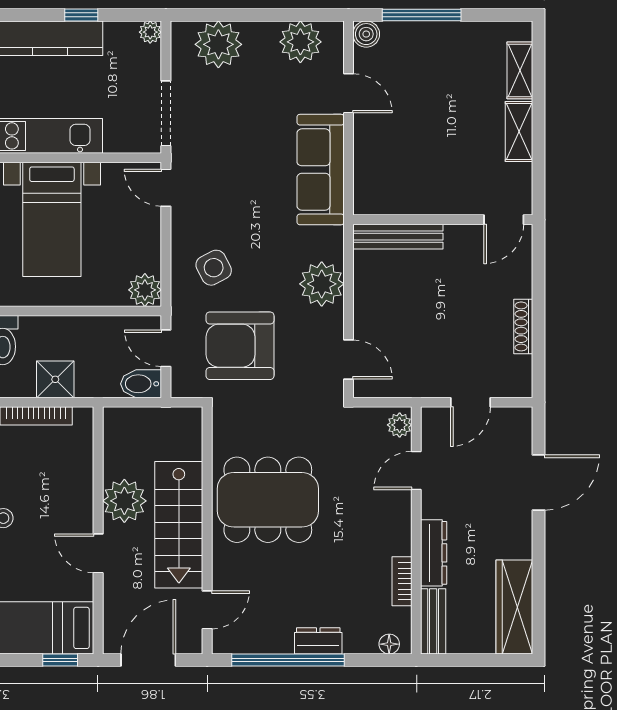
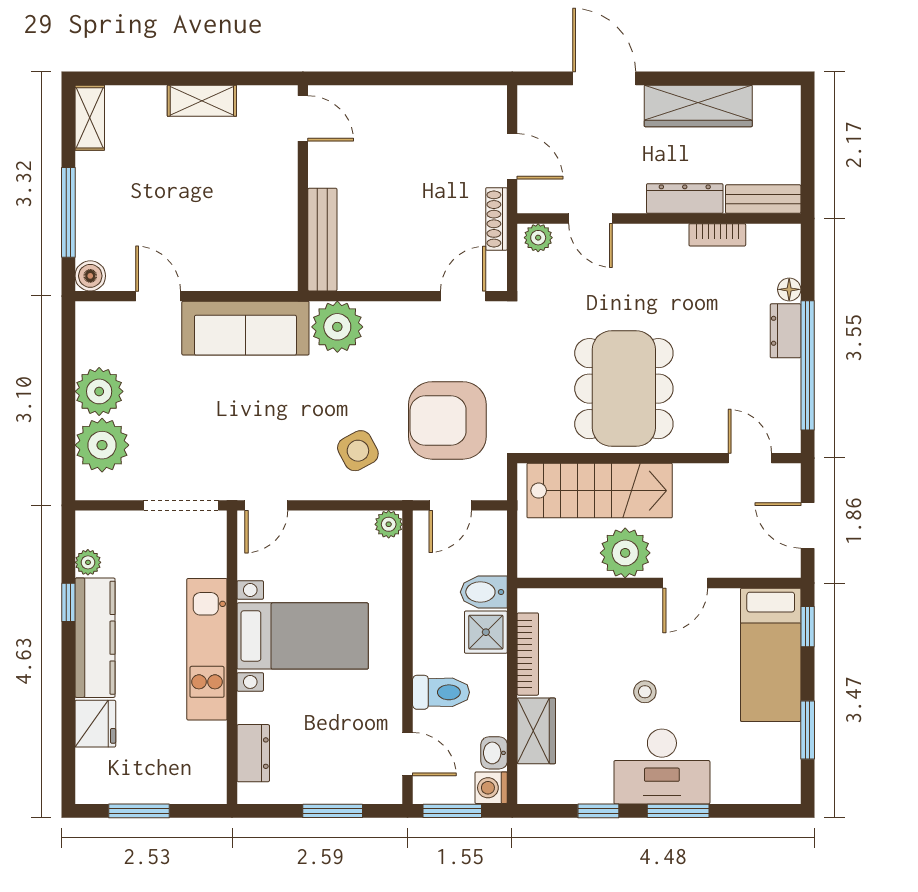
plant: (150, 32) -> (88, 562), moved
plant: (300, 42) -> (99, 391), moved
shelving: (520, 70) -> (90, 118), moved, turned 90
door: (349, 93) -> (158, 296), hinge flipped
plant: (322, 284) -> (337, 327), moved
plant: (145, 290) -> (389, 524), width x0.73, depth x0.73
shoe rack: (523, 326) -> (496, 219), moved, turned 90
armchair: (240, 346) -> (447, 420), turned 90
bidet: (141, 384) -> (484, 592), moved, turned 90
stairs: (179, 525) -> (600, 491), moved
wardrobe: (514, 607) -> (698, 106), moved
floor lamp: (389, 644) -> (789, 289), moved
door: (148, 660) -> (808, 525), width x0.73

